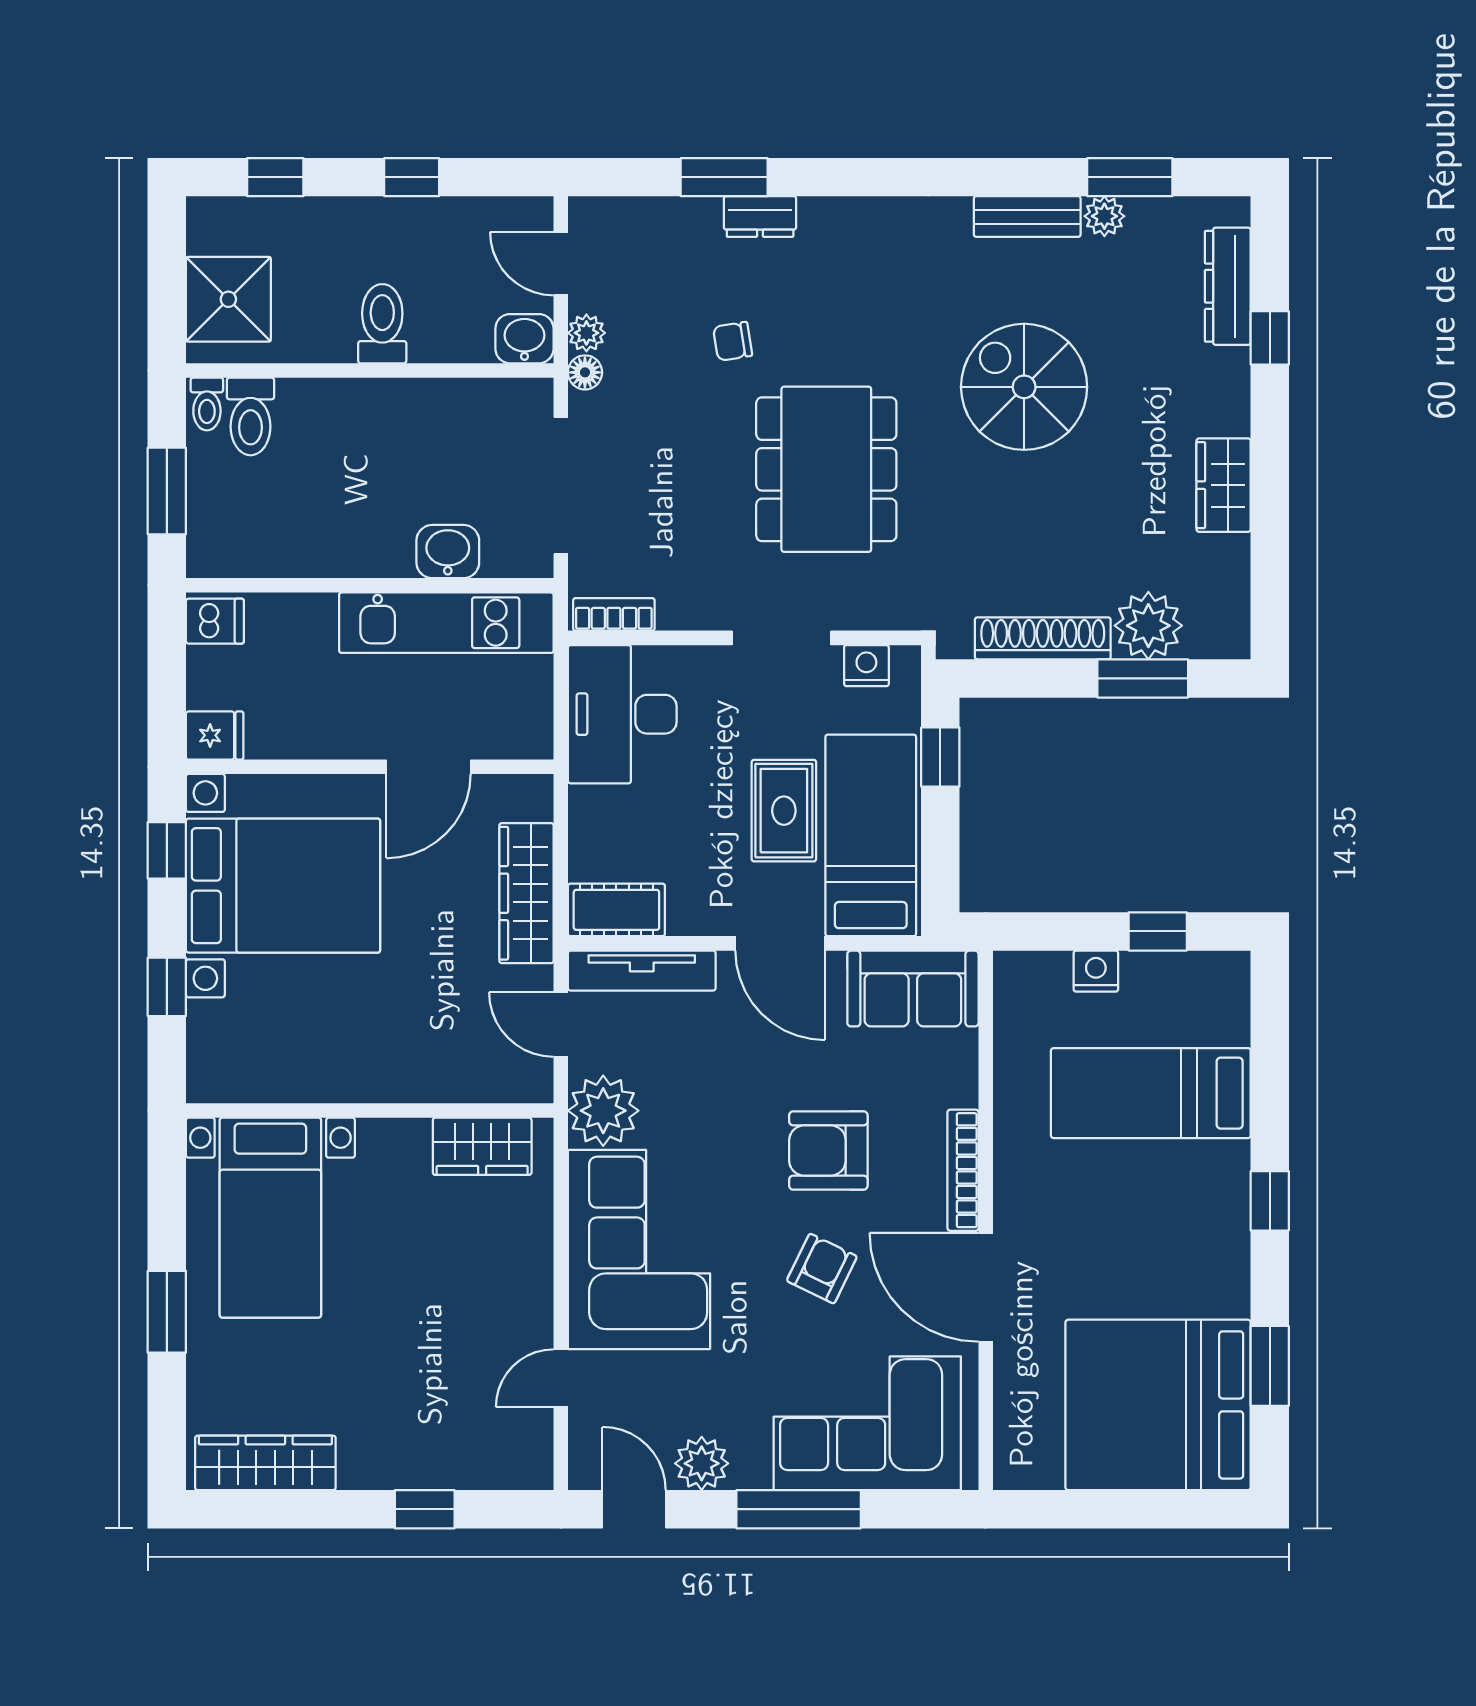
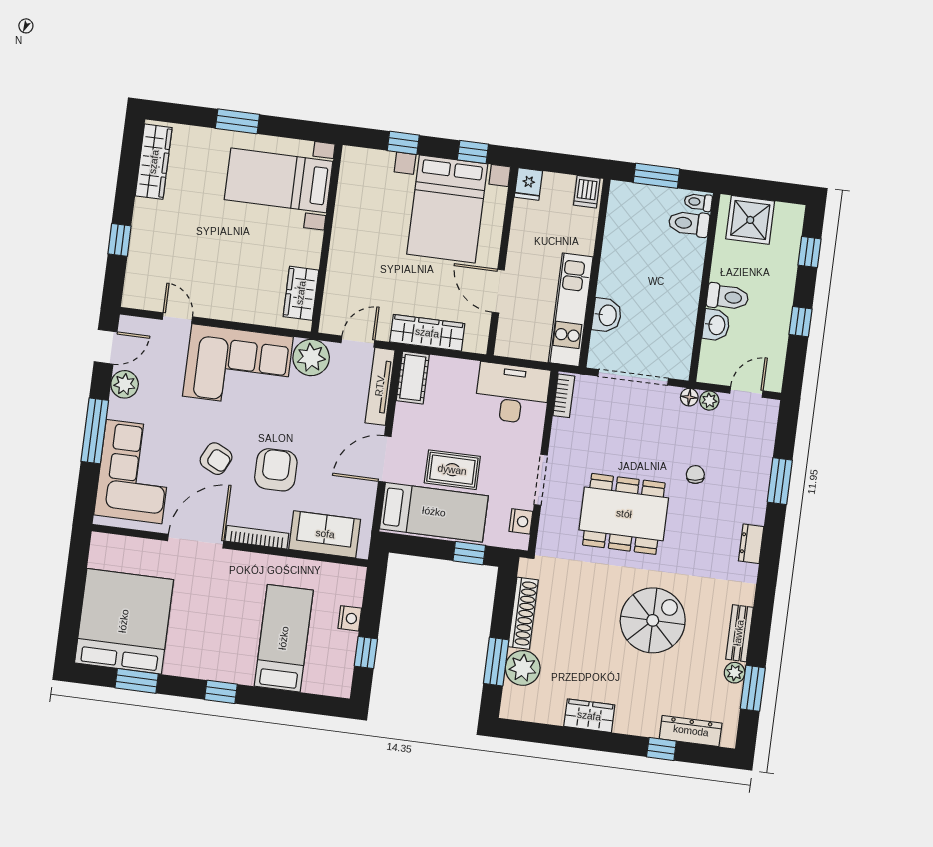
dresser: (760, 217) -> (751, 544), moved
washbasin: (524, 339) -> (716, 325), moved
sofa: (913, 989) -> (325, 534), moved, turned 90

